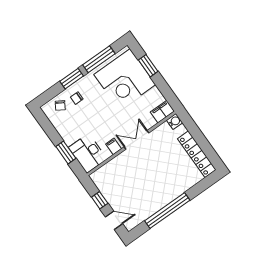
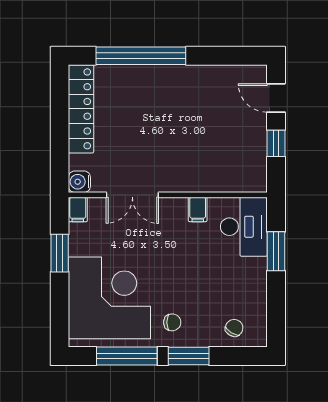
window: (148, 66) -> (60, 253), moved
chair: (77, 98) -> (172, 322), moved
filing cabinet: (162, 112) -> (78, 210), width x0.50
double door: (136, 140) -> (132, 195), moved
window: (167, 210) -> (141, 56), moved

